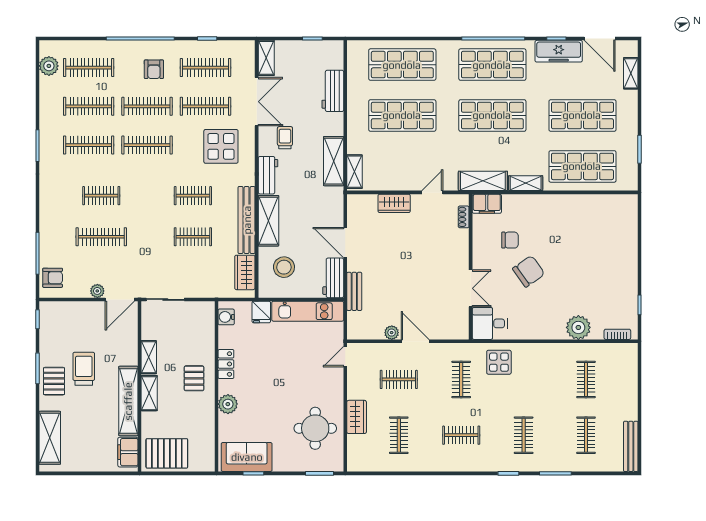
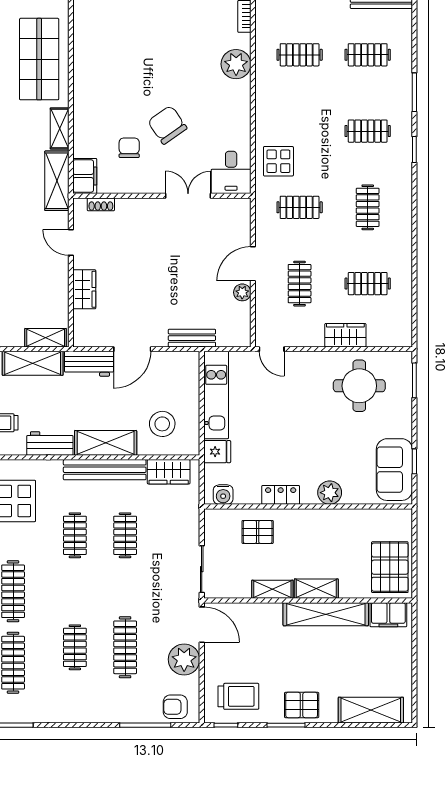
armchair: (53, 278) -> (175, 707), turned -90
workbench: (333, 278) -> (89, 364), moved
plant: (97, 291) -> (184, 659), width x1.87, depth x1.87
trolley: (84, 369) -> (238, 696), moved, turned 180
pallet: (194, 378) -> (258, 532), moved

